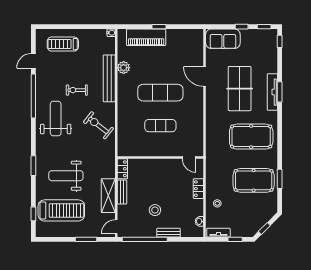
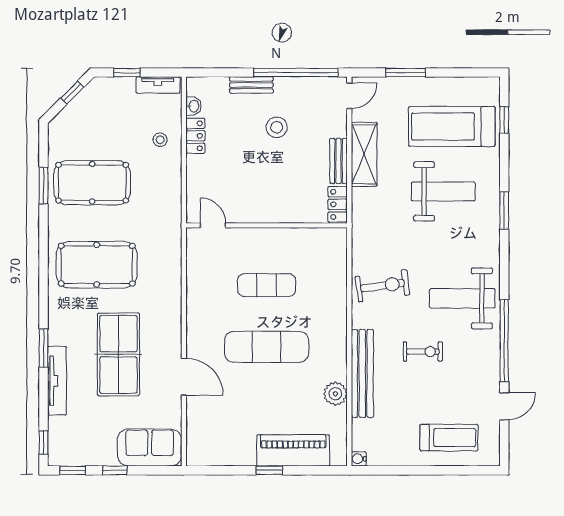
tv unit: (272, 92) -> (57, 381), moved
weight bench: (56, 119) -> (462, 298), turned 90
exercise bike: (98, 125) -> (382, 286), turned -46
locker: (198, 189) -> (195, 136), moved

